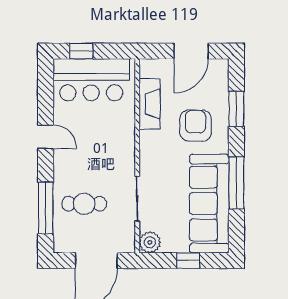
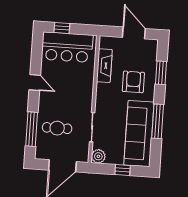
door: (191, 51) -> (134, 33), swing flipped

